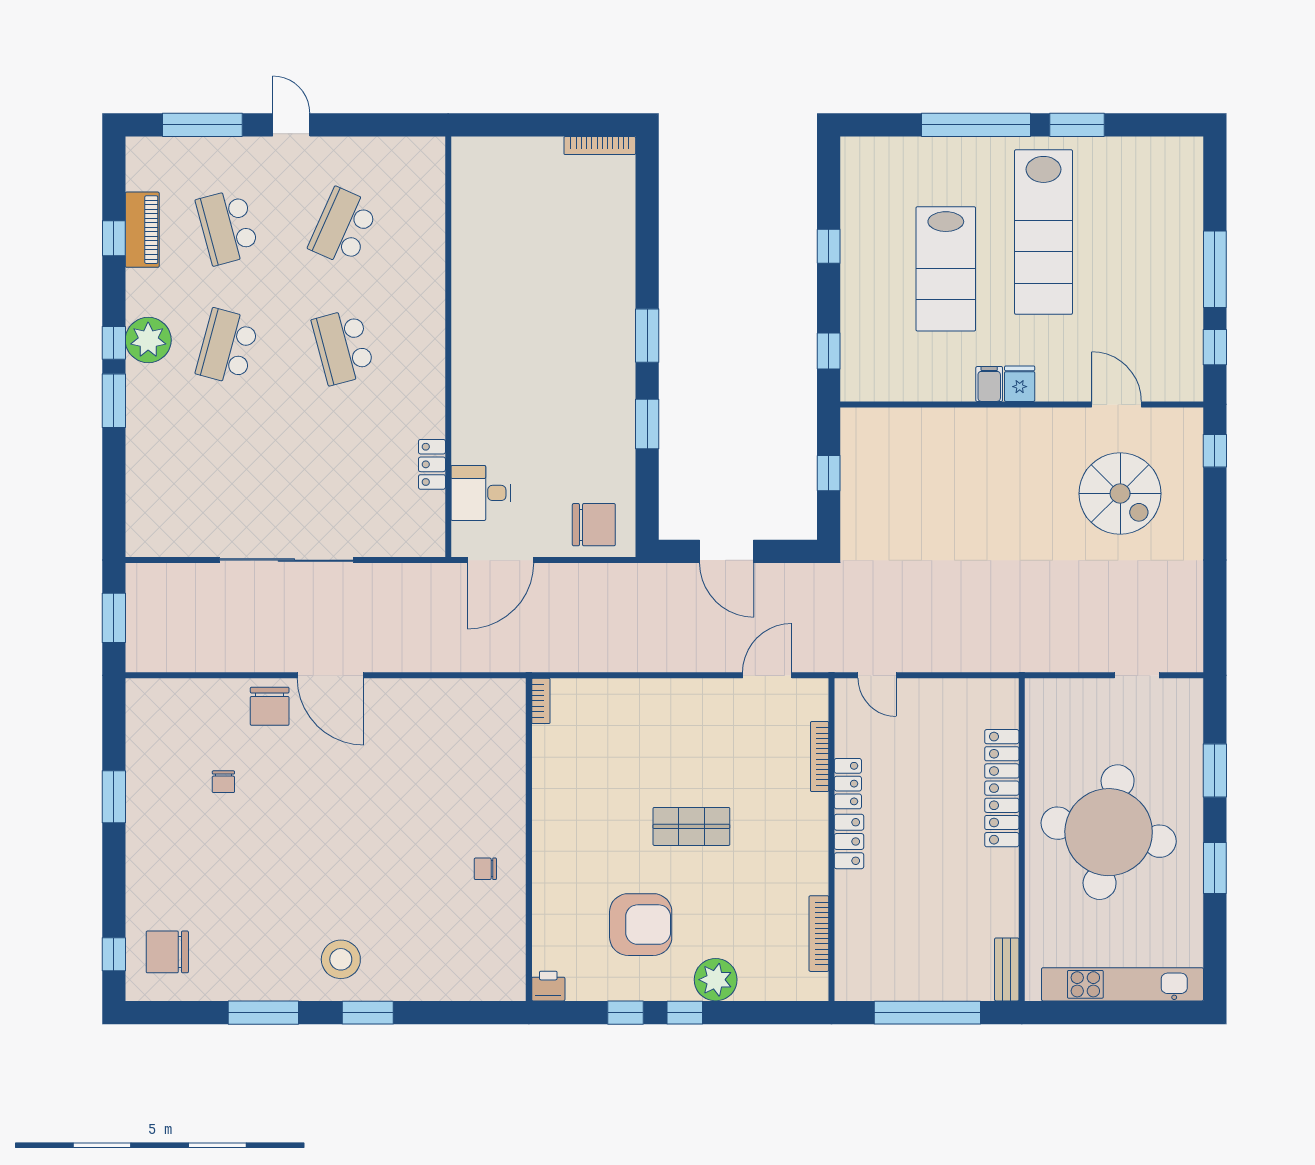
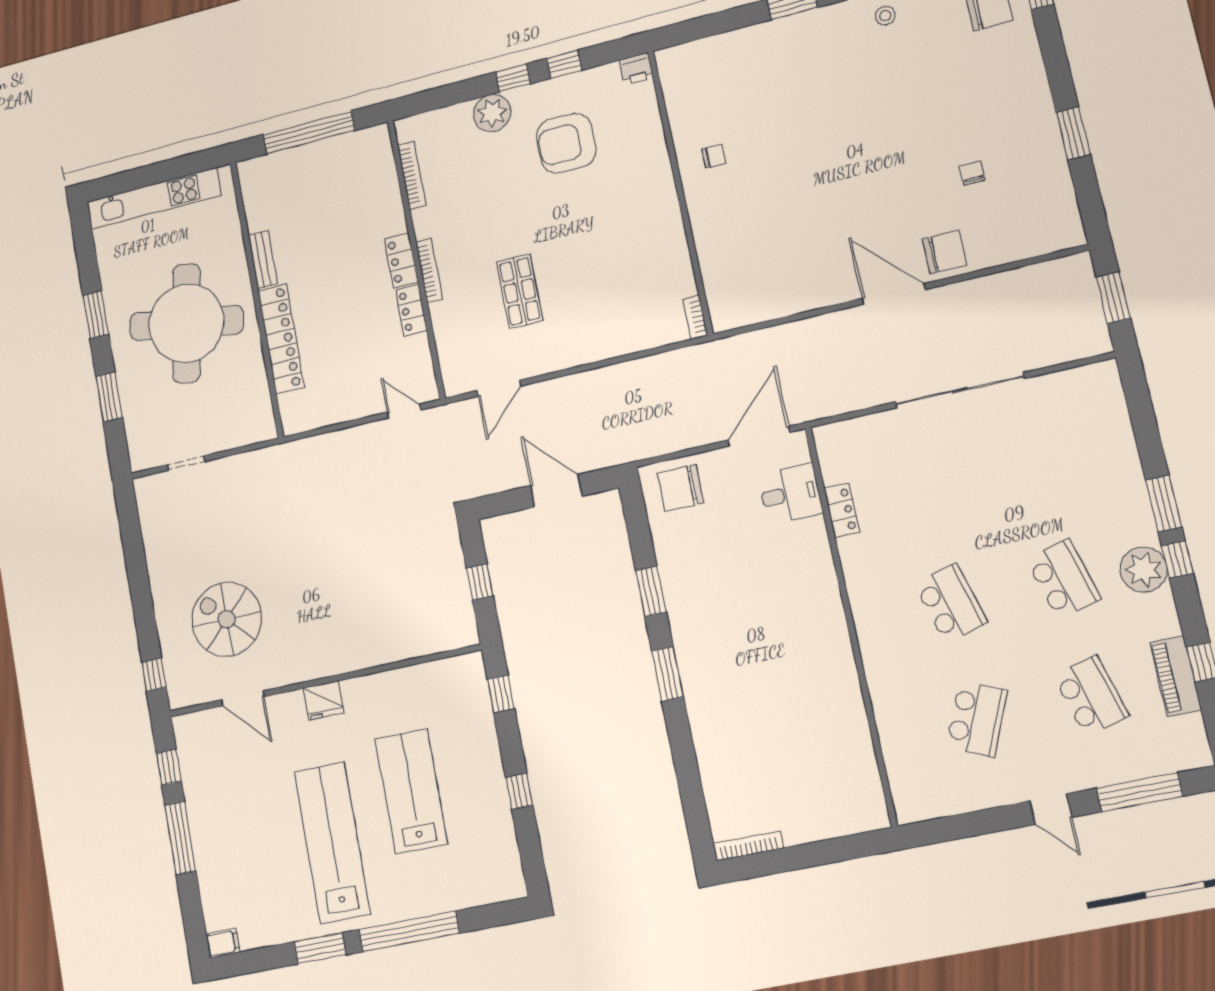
school desk: (227, 347) -> (1064, 579), turned -30
filing cabinet: (989, 384) -> (223, 943), moved, turned -90
fridge: (1020, 384) -> (324, 700), width x1.38
chair: (270, 706) -> (944, 252), turned 90
bookcase: (820, 757) -> (429, 270), moved
shop shelf: (691, 826) -> (520, 291), moved, turned 90
stool: (341, 959) -> (885, 16), moved, width x0.53, depth x0.53
bench: (1007, 969) -> (263, 260), moved

